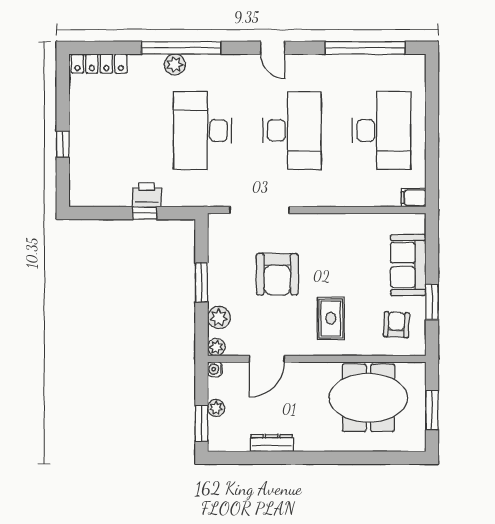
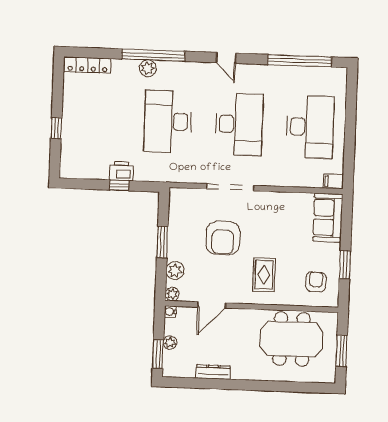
doorway: (260, 210) -> (230, 187), moved
sofa: (408, 265) -> (328, 218), moved

